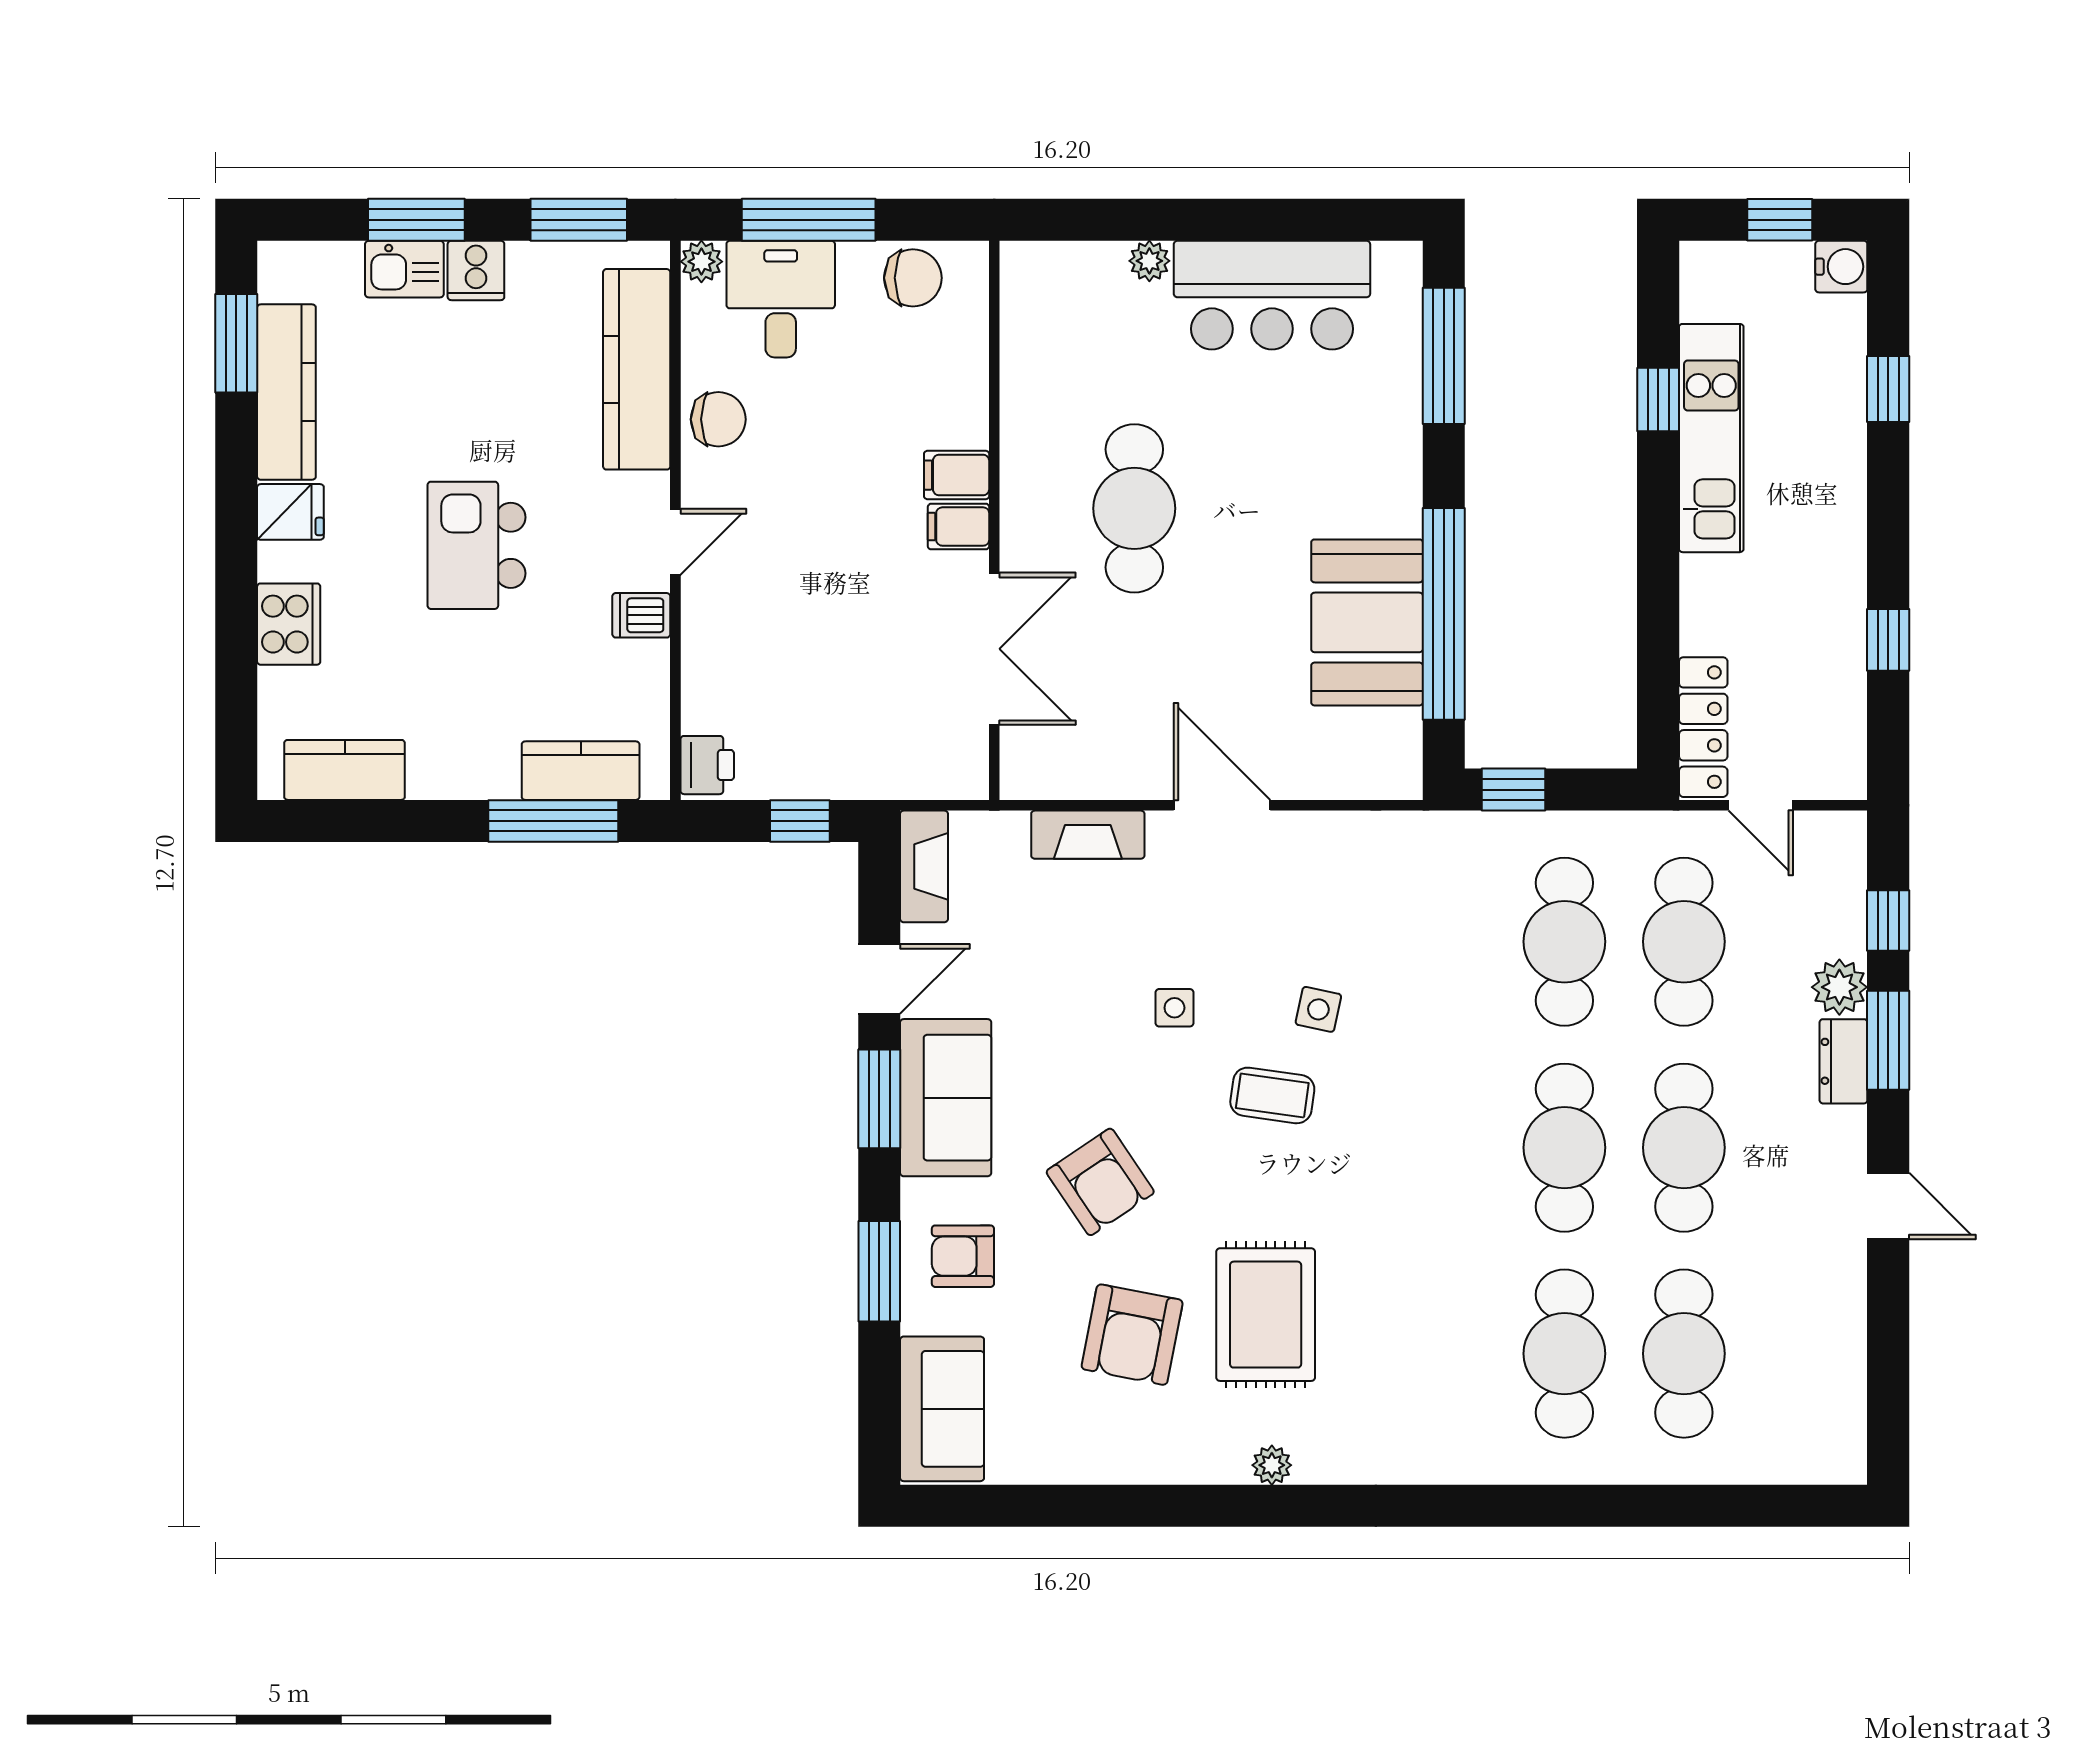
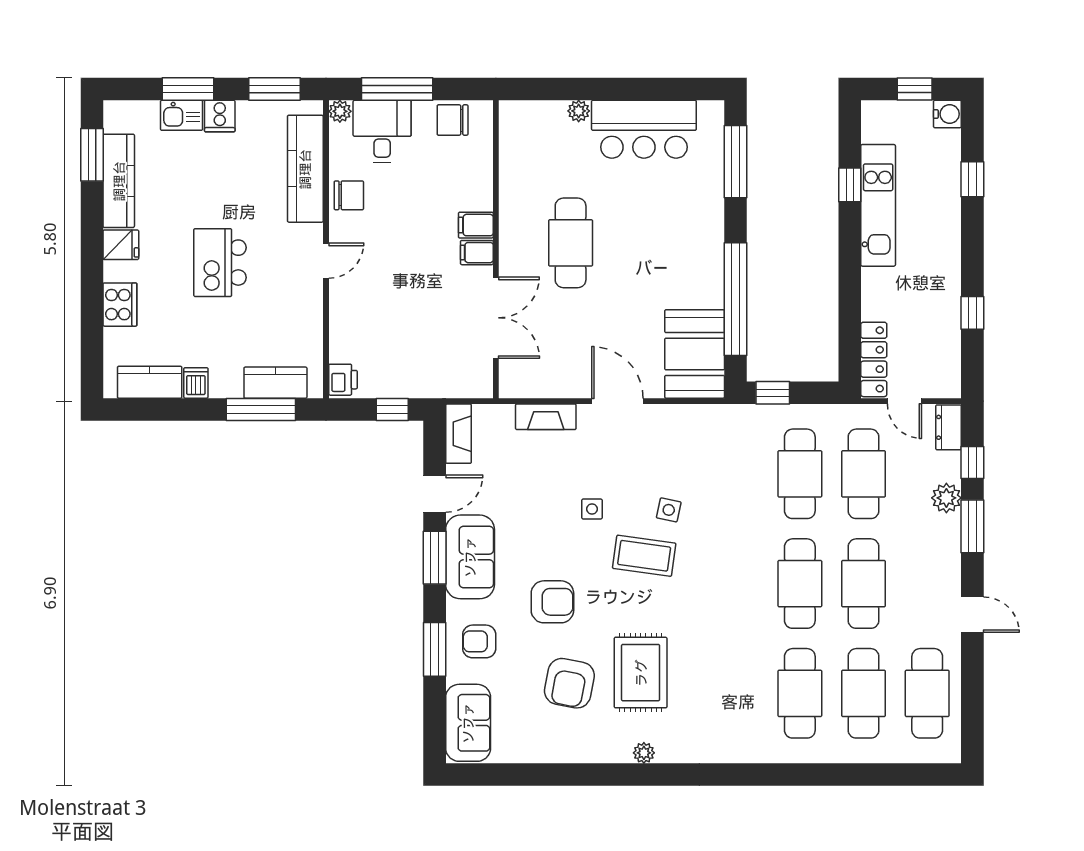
chair: (913, 278) -> (453, 120), turned 180
dishwasher: (641, 615) -> (196, 383), moved, turned 90
booth: (1367, 622) -> (695, 354), moved
dresser: (1843, 1061) -> (949, 427), moved
coffee table: (1272, 1095) -> (644, 556), width x1.36, depth x1.30
armchair: (1100, 1182) -> (552, 602), turned -56
cafe table: (1803, 1354) -> (927, 693), added

